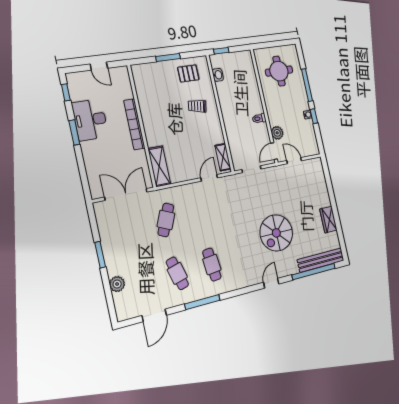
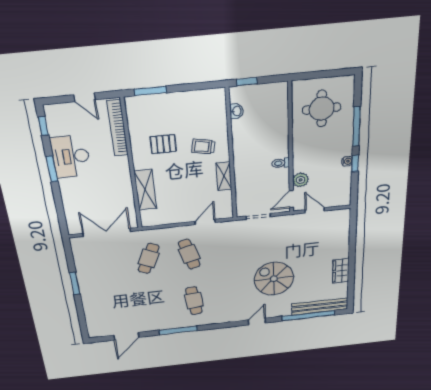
window: (168, 57) -> (150, 91), moved
pallet: (188, 74) -> (163, 144), moved
bookcase: (134, 124) -> (118, 128), moved
shelving: (223, 157) -> (224, 176), moved
shelving: (159, 166) -> (145, 190), moved
spiral stairs: (276, 233) -> (274, 279), turned 90
cafe table: (177, 273) -> (189, 254), moved
plant: (117, 284) -> (91, 309), removed

